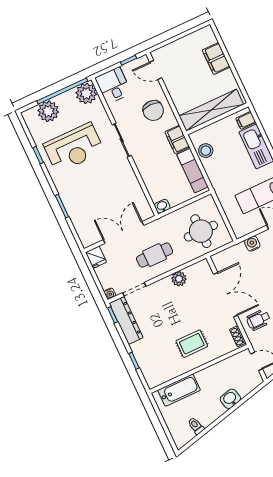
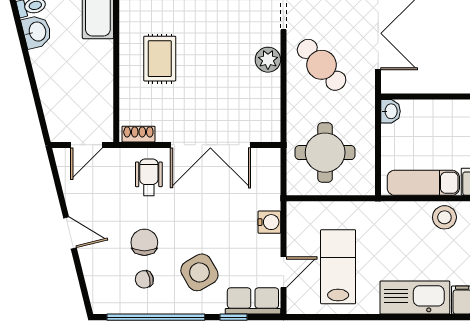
cafe table: (155, 255) -> (322, 65), turned -42
plant: (179, 279) -> (268, 60), moved
washbasin: (230, 399) -> (37, 32), moved

